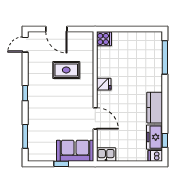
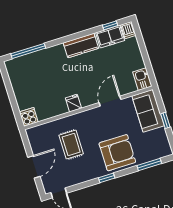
armchair: (45, 110) -> (117, 153), added

